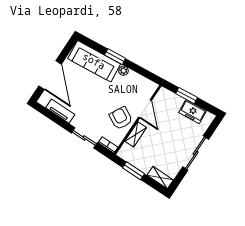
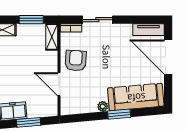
tv unit: (60, 111) -> (149, 30), moved
armchair: (121, 118) -> (76, 61), turned -114
shelving: (136, 134) -> (52, 37), moved

